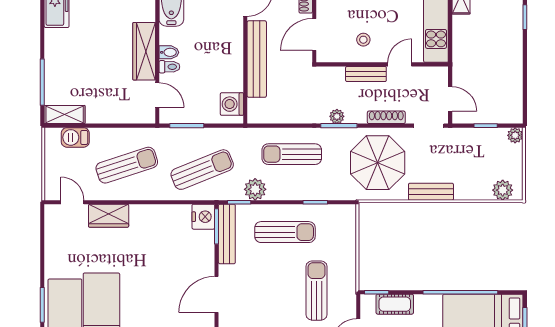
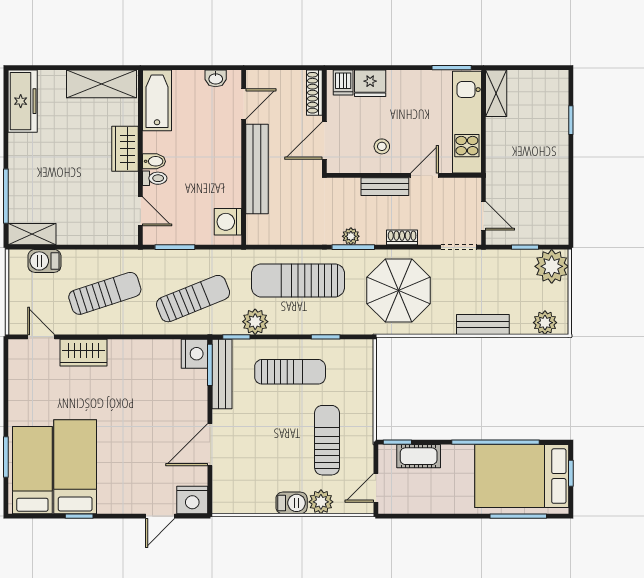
wardrobe: (144, 51) -> (125, 149), width x0.67
shoe rack: (386, 117) -> (402, 237), width x0.70
plant: (515, 135) -> (552, 266), width x1.87, depth x1.87
sun lounger: (292, 154) -> (298, 280), width x1.36, depth x1.34
bench: (431, 192) -> (483, 324), moved

